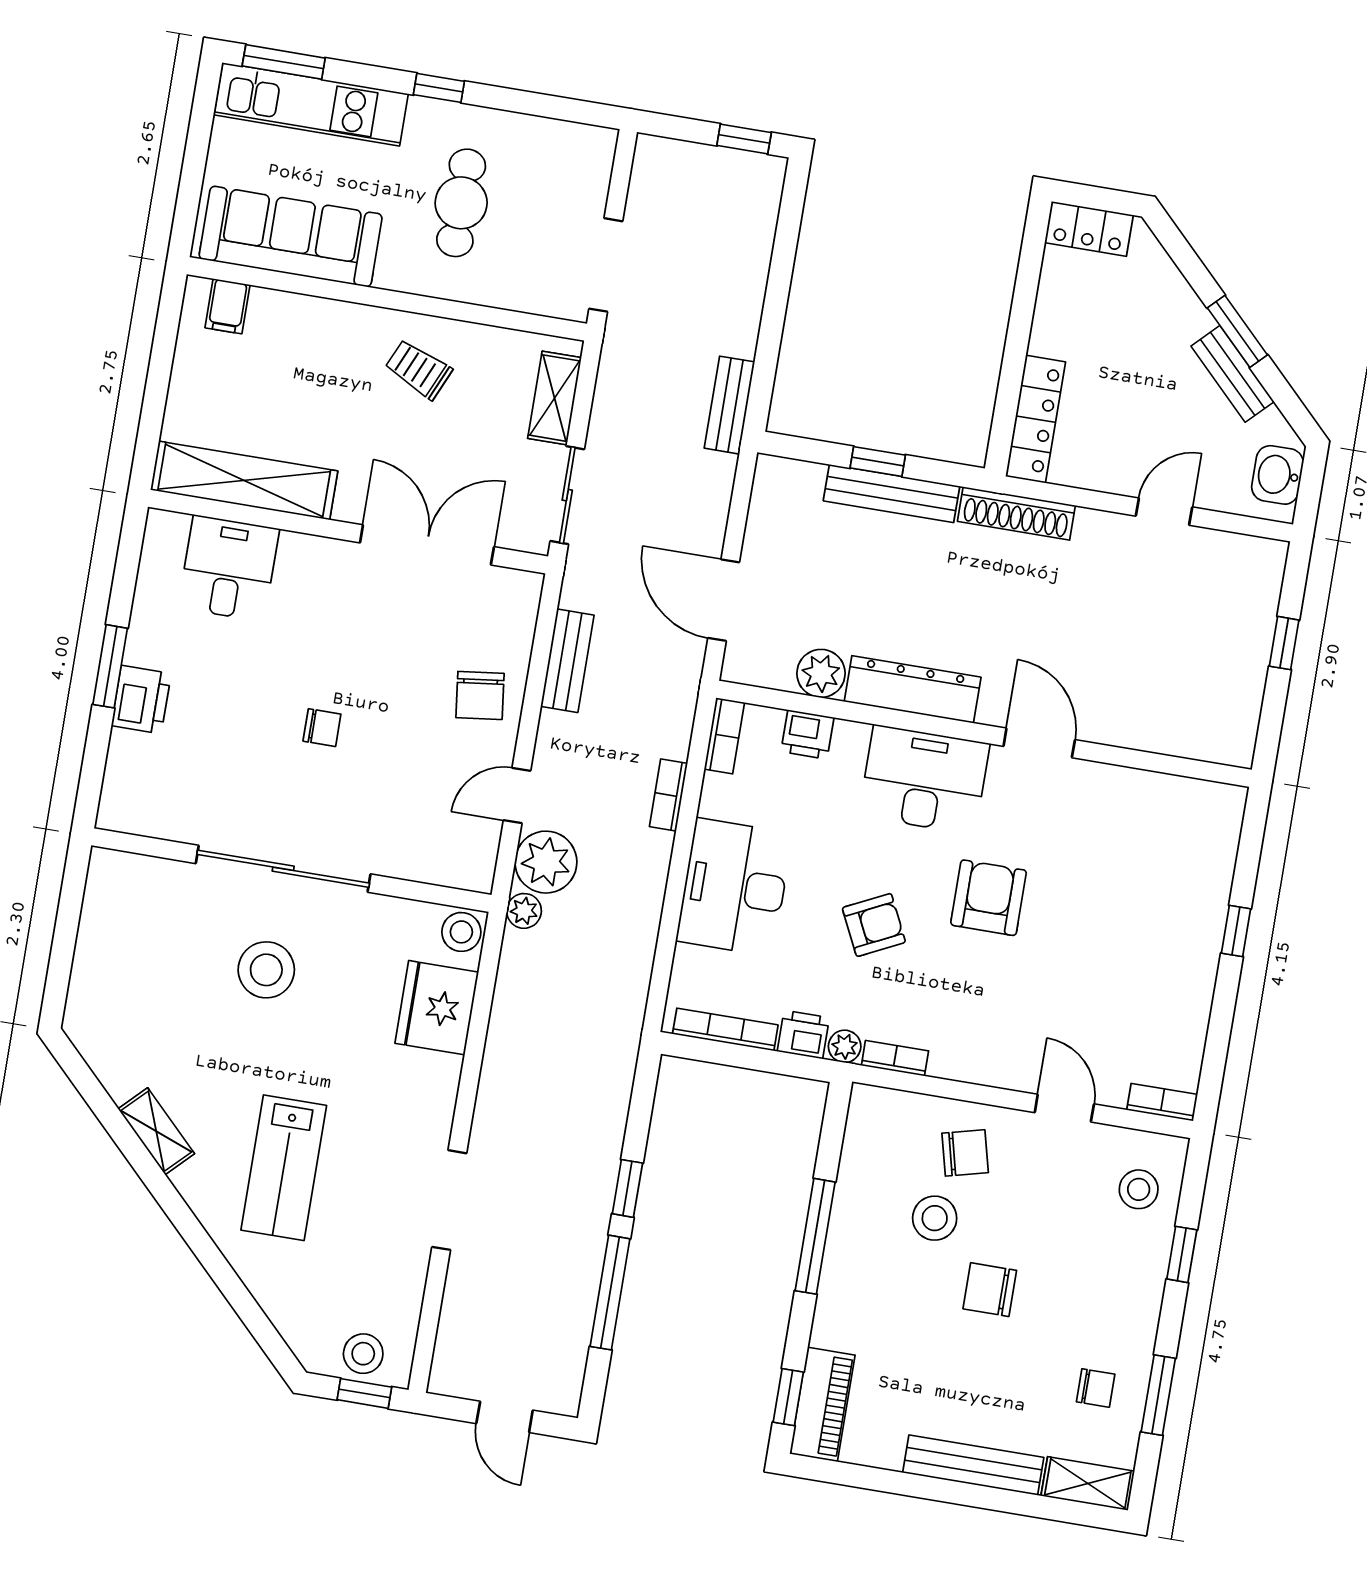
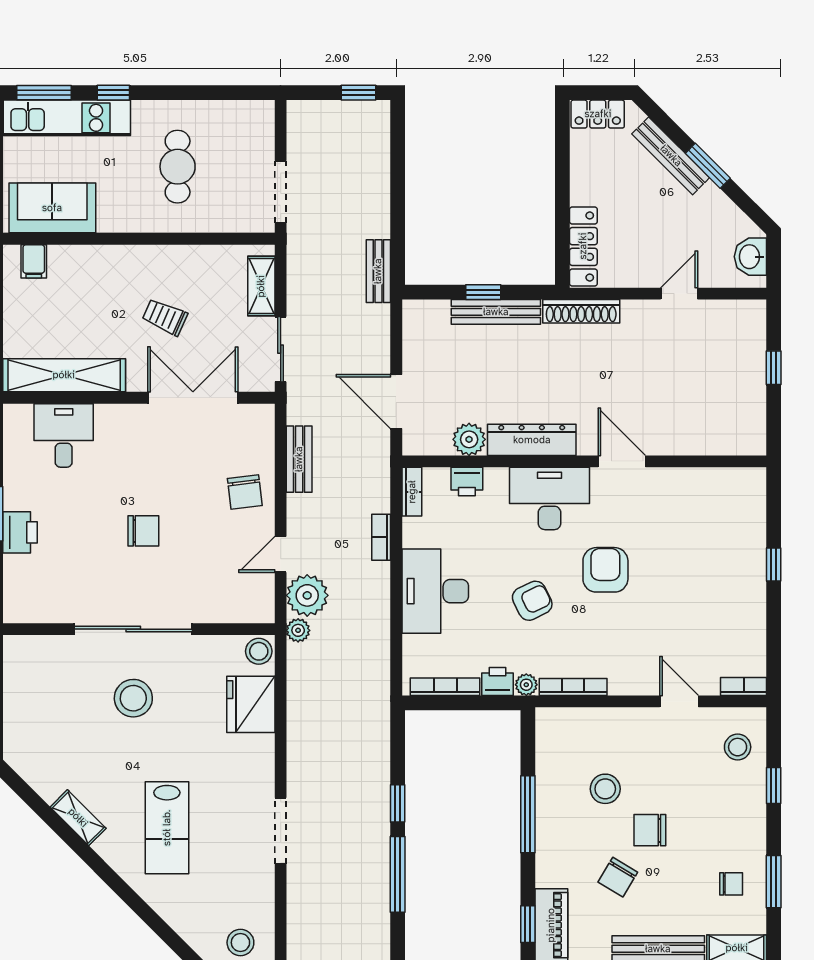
window: (439, 88) -> (113, 93), moved
sofa: (291, 236) -> (52, 208), width x0.73
trolley: (419, 369) -> (165, 317), moved
bench: (1233, 374) -> (671, 156), moved, width x1.36
chair: (322, 728) -> (143, 531), width x1.37, depth x1.37
bookcase: (895, 1058) -> (573, 687), width x1.56
chair: (965, 1153) -> (618, 877), moved, turned 135

